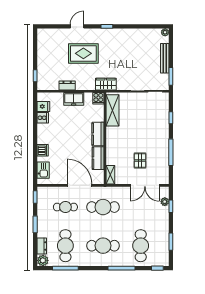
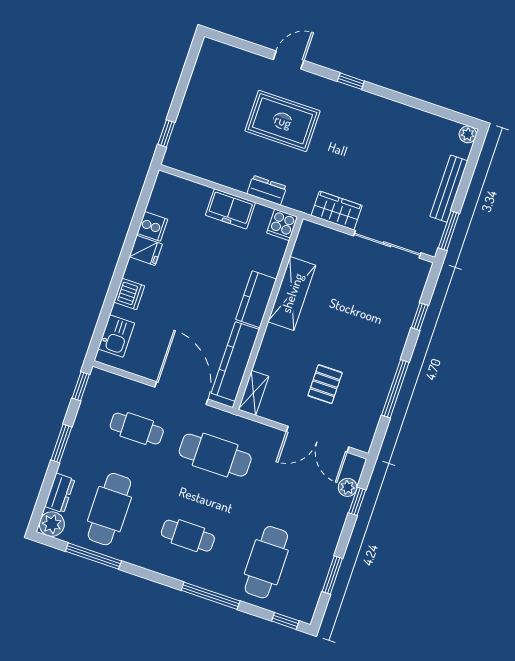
wardrobe: (106, 84) -> (337, 211), moved
dresser: (67, 85) -> (267, 190), moved
fridge: (43, 106) -> (146, 250), moved
shelving: (112, 110) -> (292, 293), moved
kitchen counter: (98, 158) -> (235, 361), width x1.50
cafe table: (103, 246) -> (188, 536), width x0.73, depth x0.74

